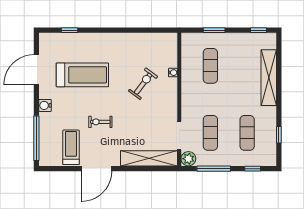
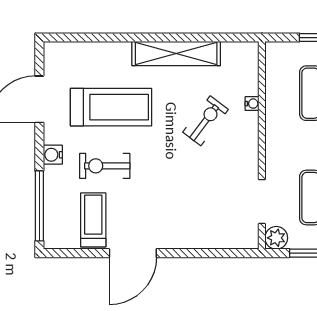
window: (70, 30) -> (91, 38), removed
exercise bike: (100, 122) -> (105, 166), moved, width x1.38, depth x1.39
shelving: (149, 158) -> (176, 54), moved

